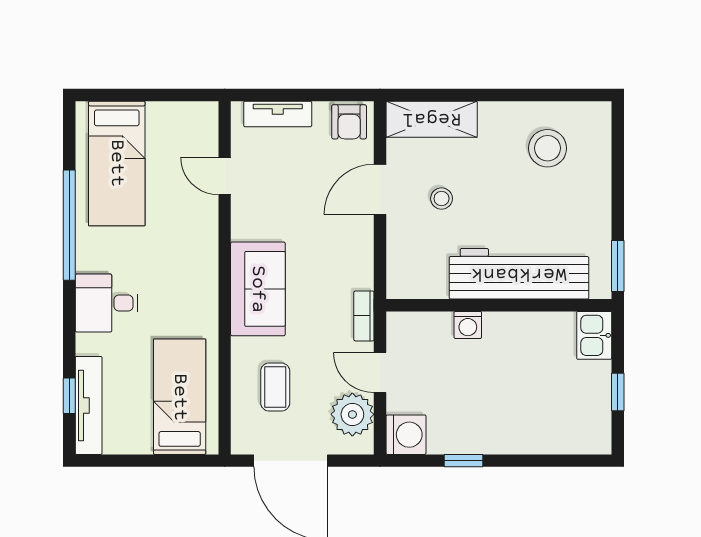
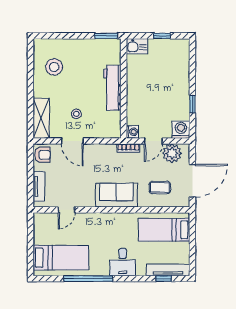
workbench: (519, 274) -> (112, 88), width x0.73, depth x0.76
washing machine: (468, 325) -> (132, 132), moved

